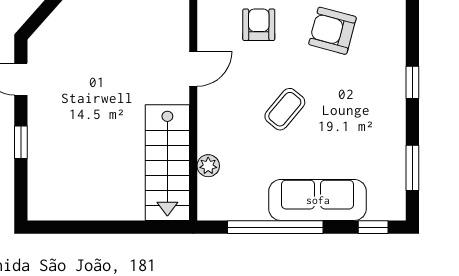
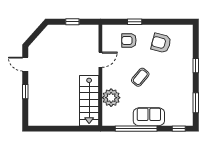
armchair: (259, 25) -> (129, 40), turned -90
plant: (208, 166) -> (111, 98), width x1.87, depth x1.87
sofa: (318, 200) -> (149, 117), width x0.73

